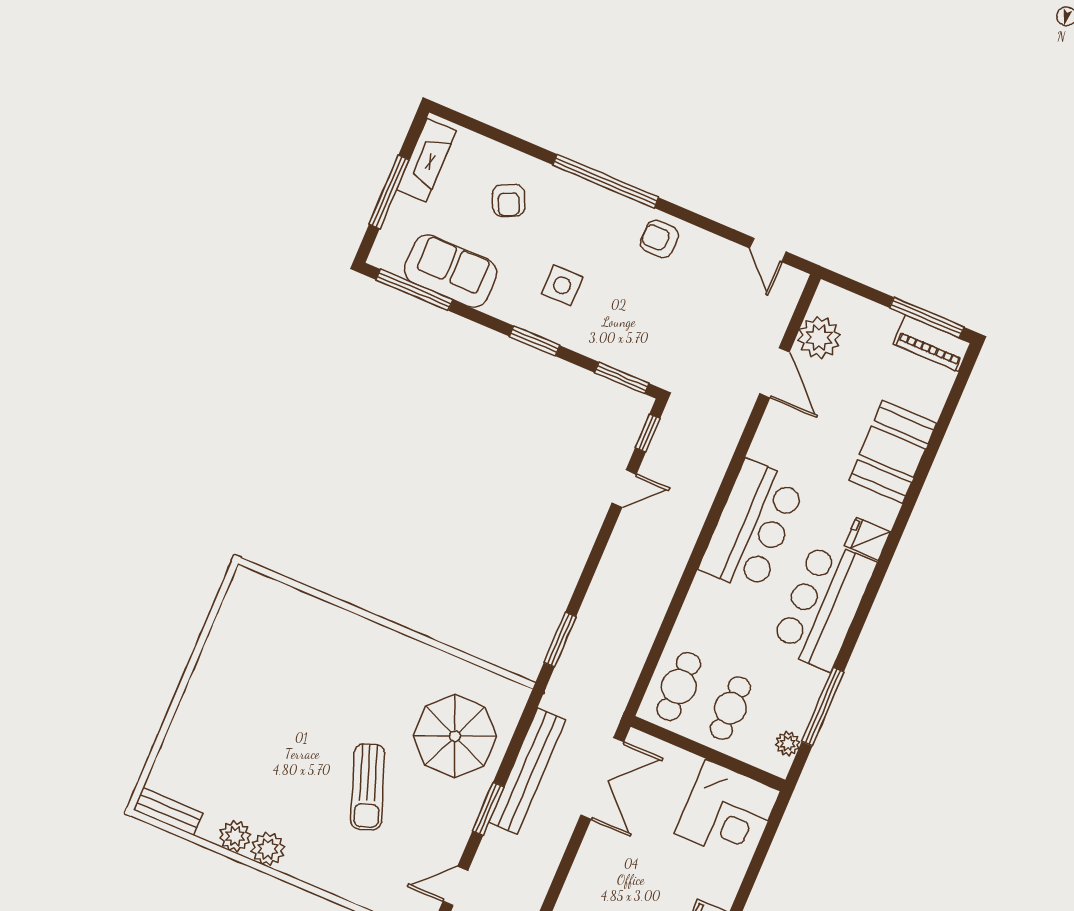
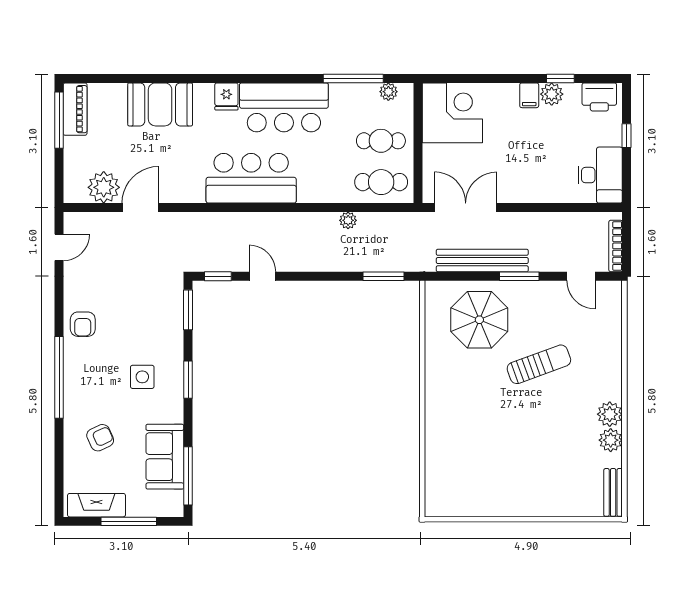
plant: (648, 625) -> (348, 220), added

